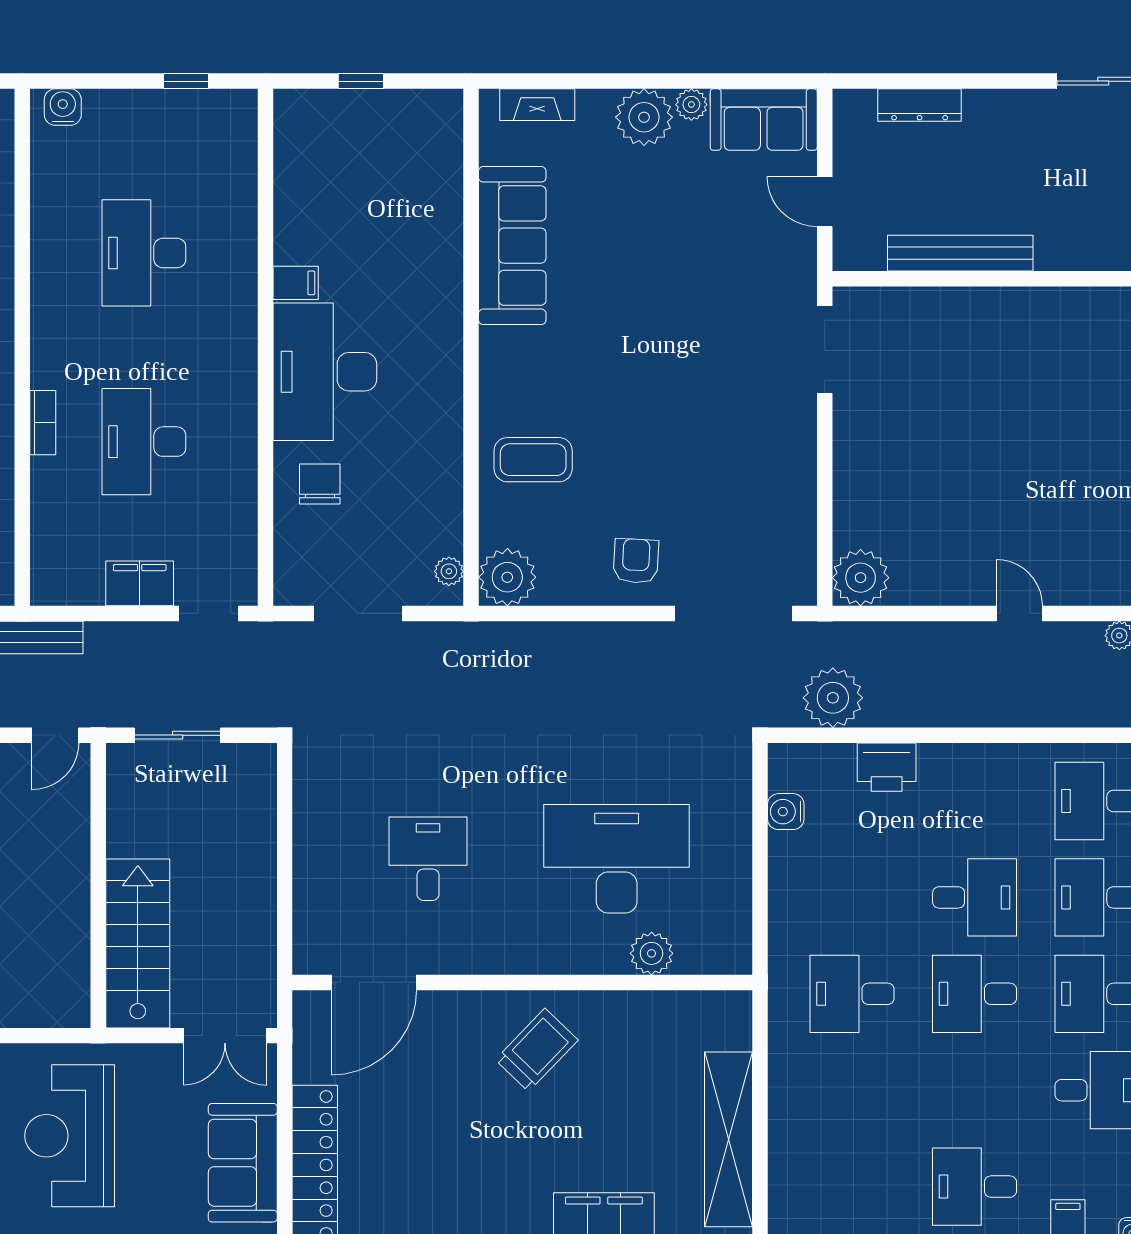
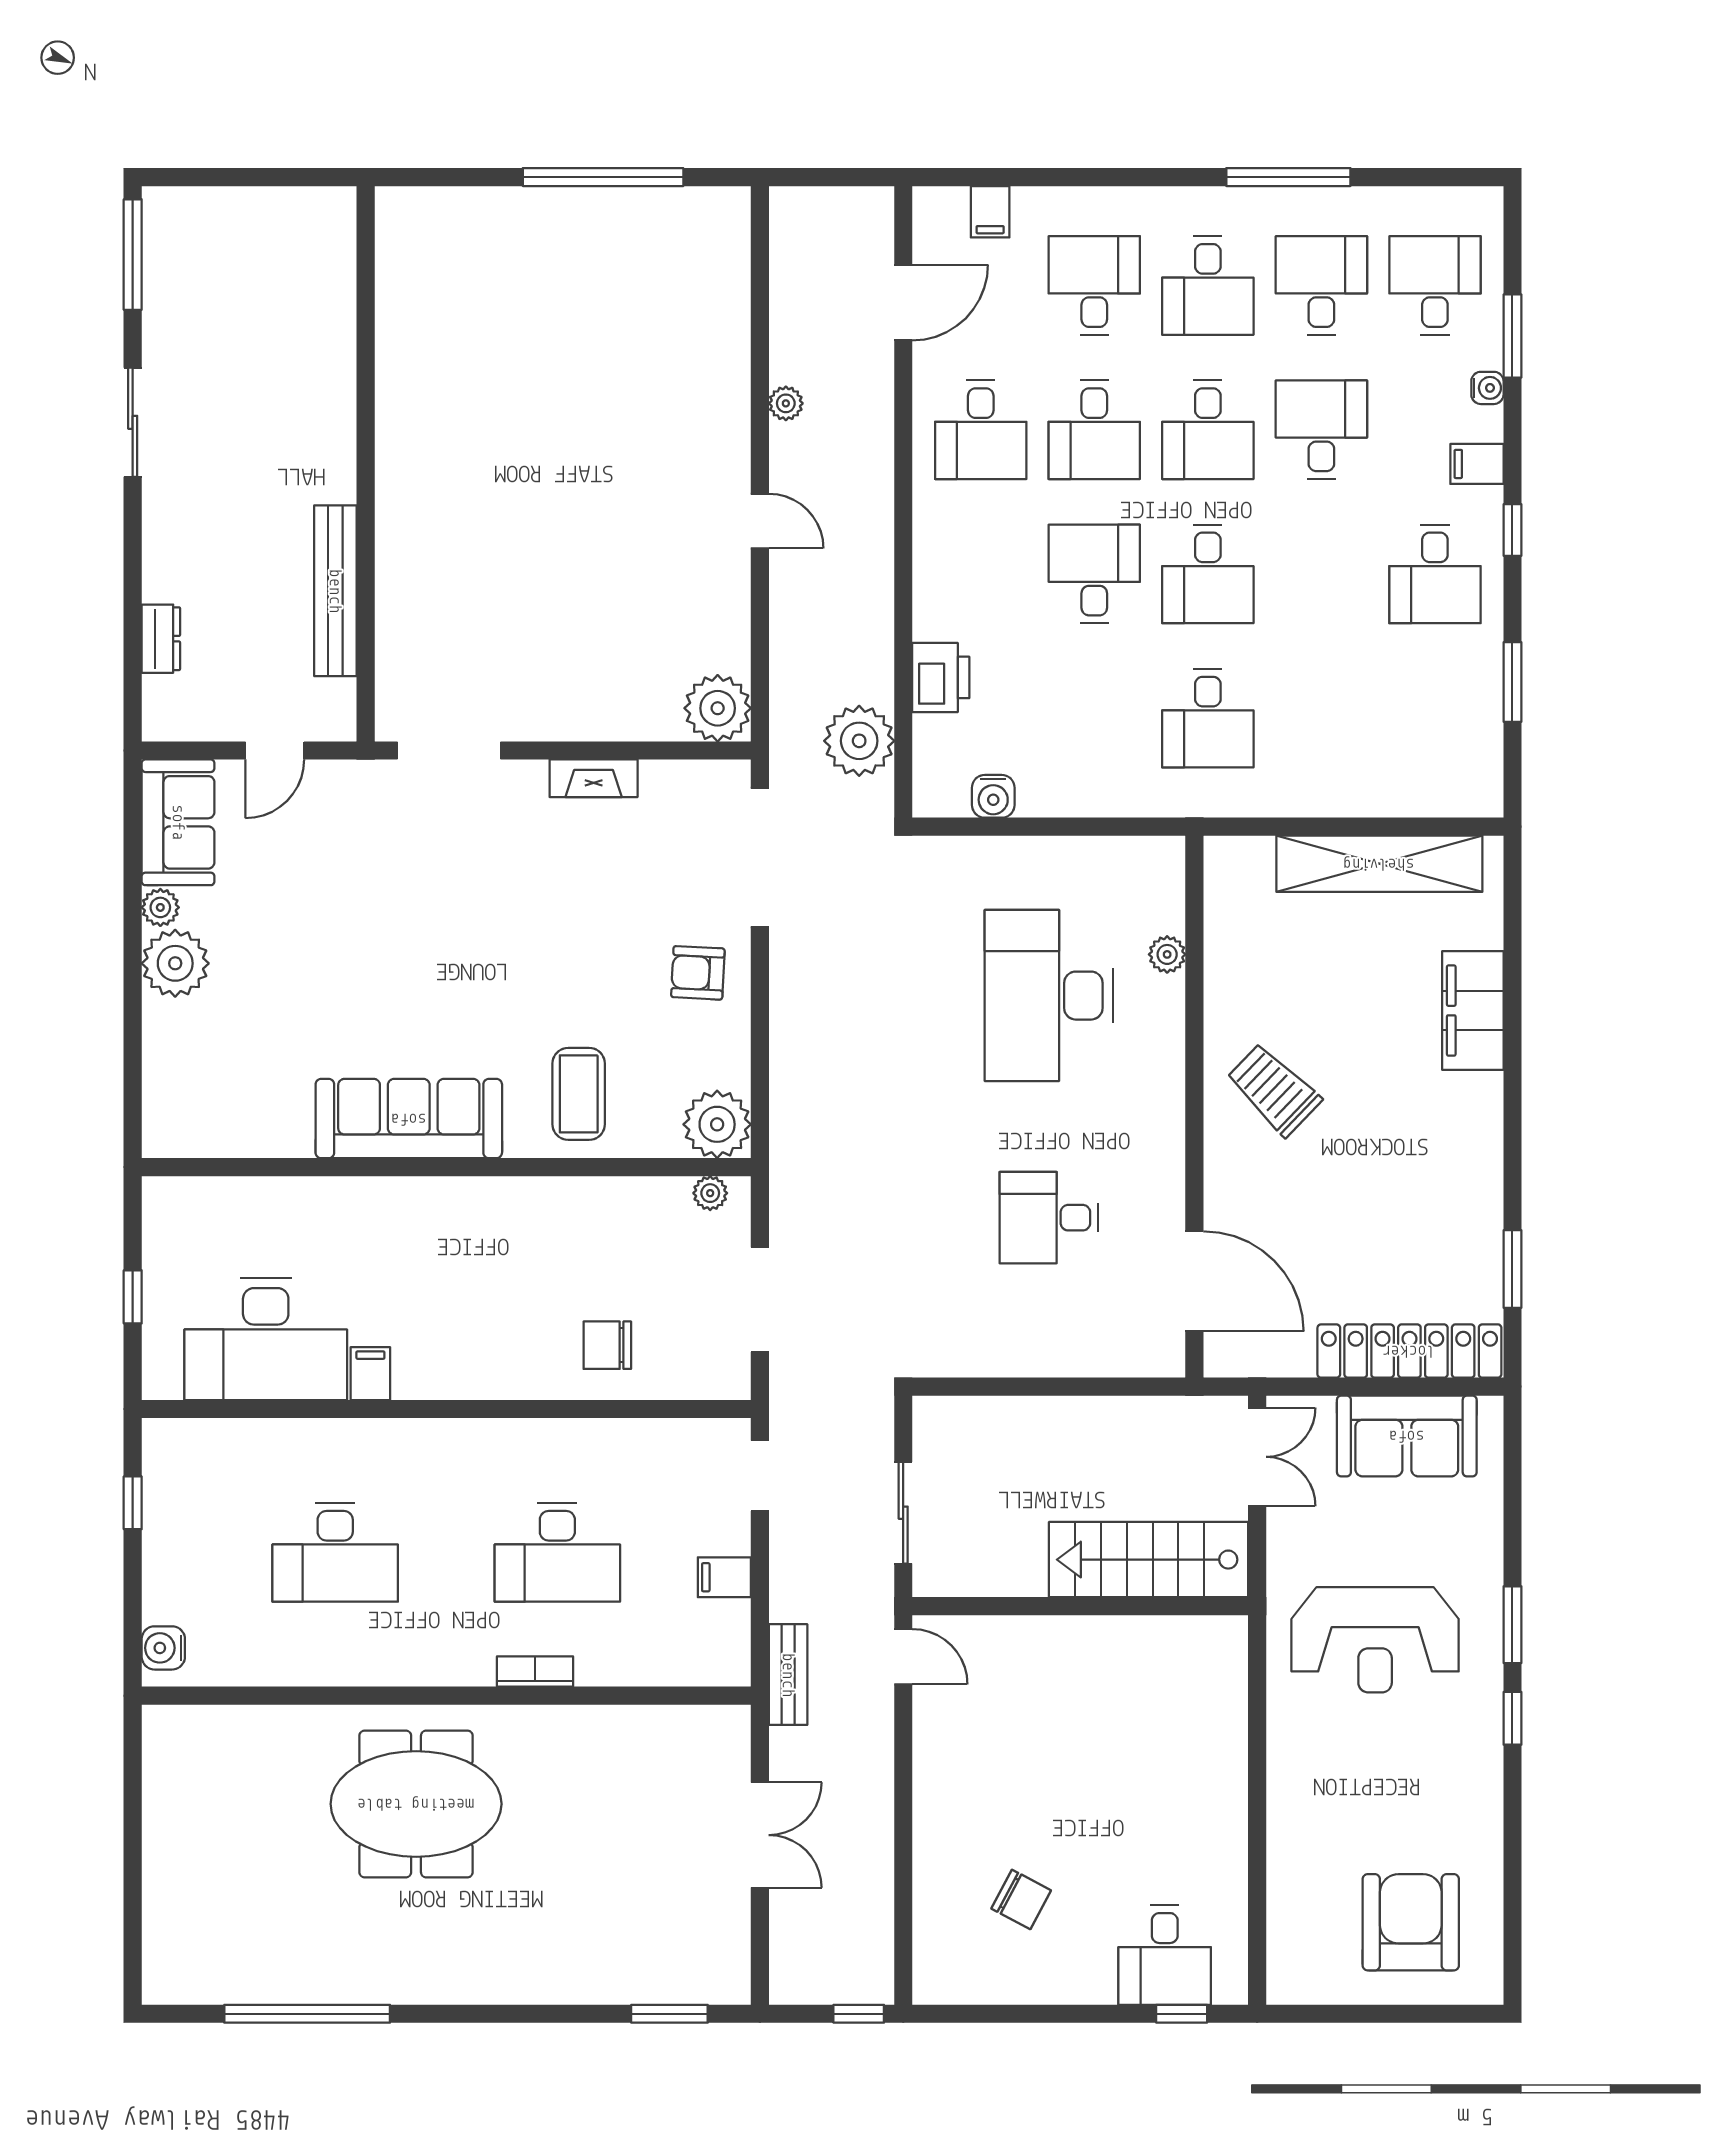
fireplace: (537, 105) -> (594, 778), moved, turned 90
dresser: (920, 105) -> (161, 639), width x0.70
sofa: (512, 246) -> (409, 1119), moved
desk: (325, 372) -> (266, 1339), moved
filing cabinet: (140, 583) -> (724, 1577), width x0.50
door: (1019, 613) -> (760, 521), swing flipped
plant: (652, 953) -> (1167, 954), width x0.73, depth x0.73

